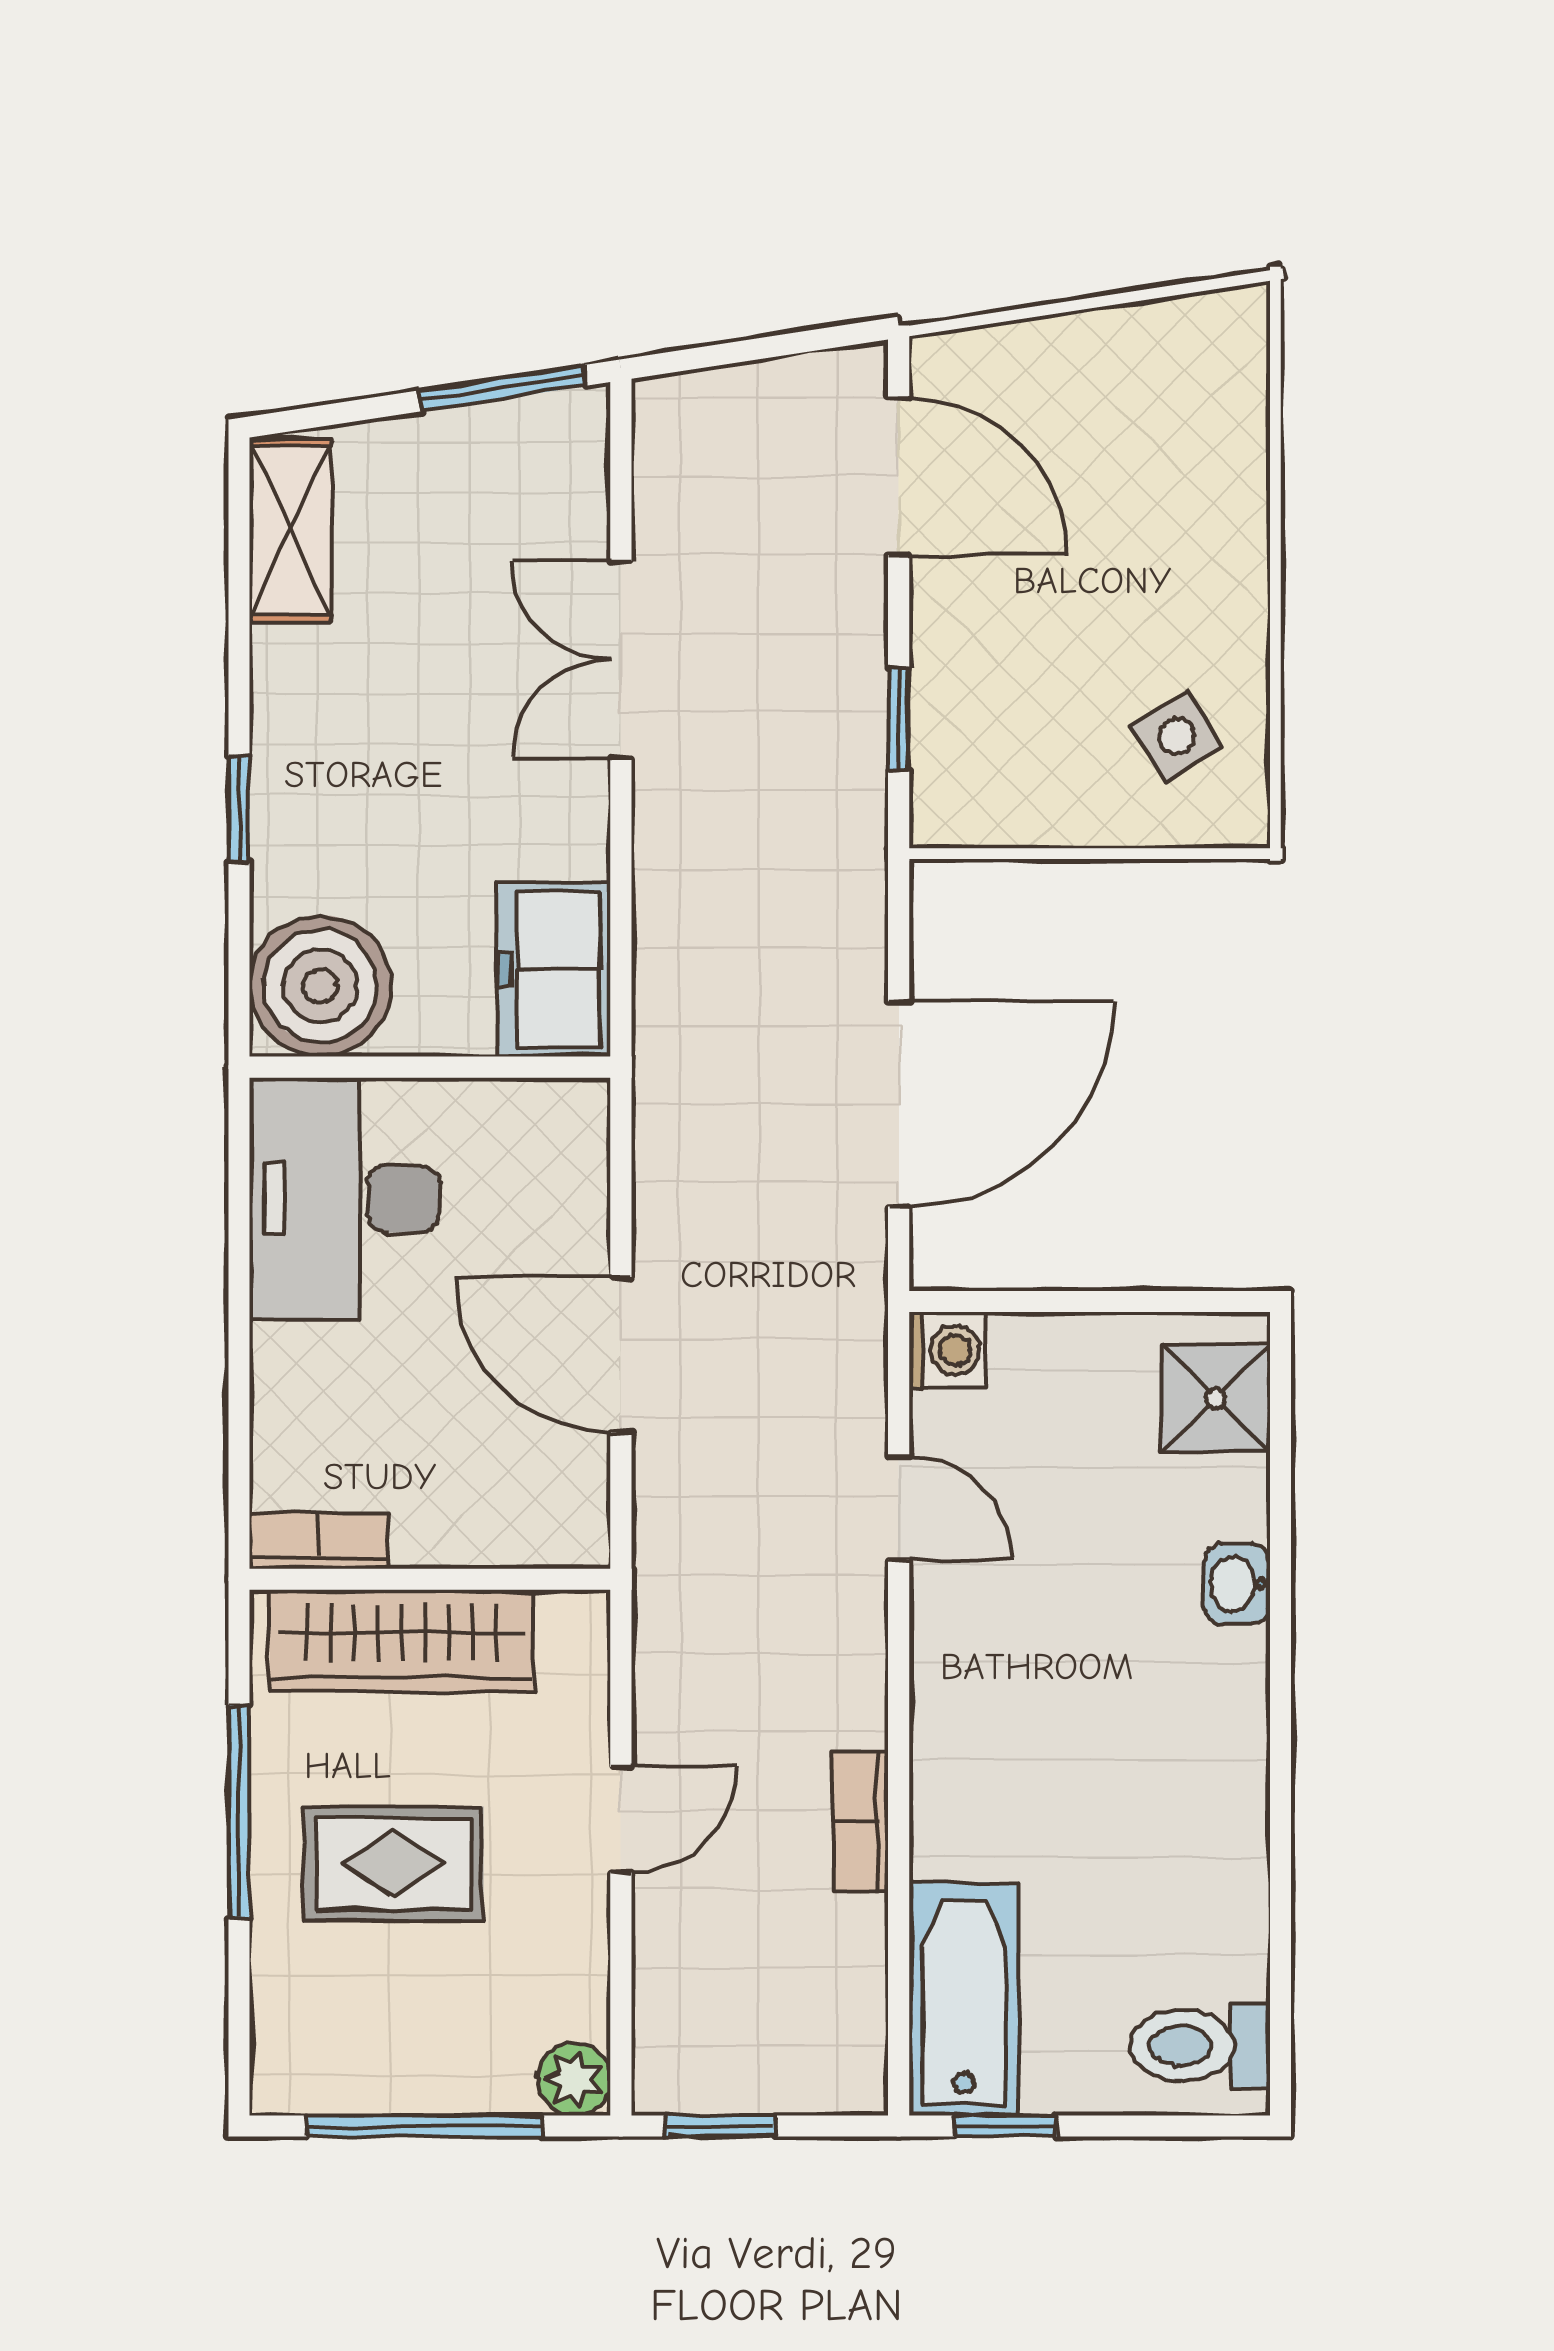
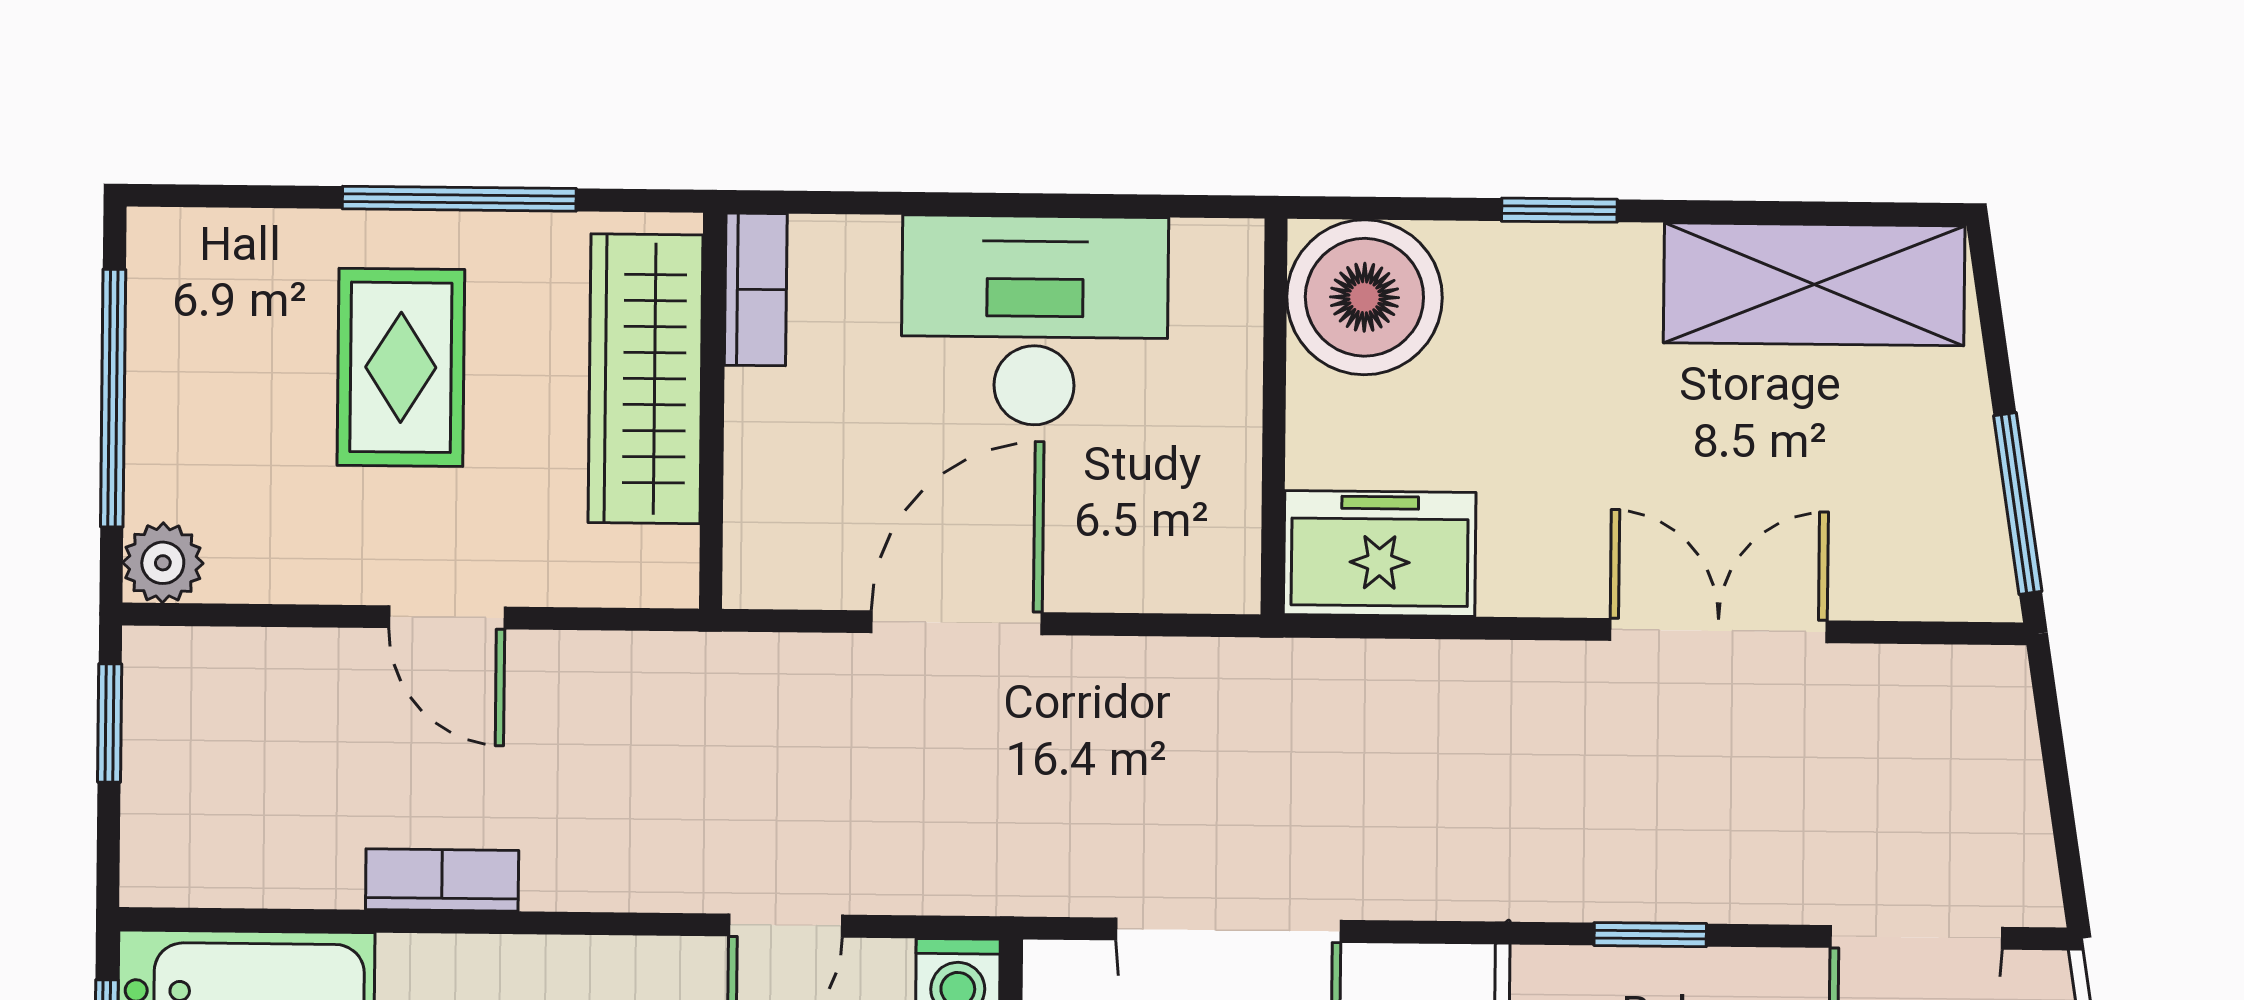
shelving: (290, 530) -> (1814, 284), width x1.50, depth x1.33
desk: (345, 1199) -> (1035, 321), moved

